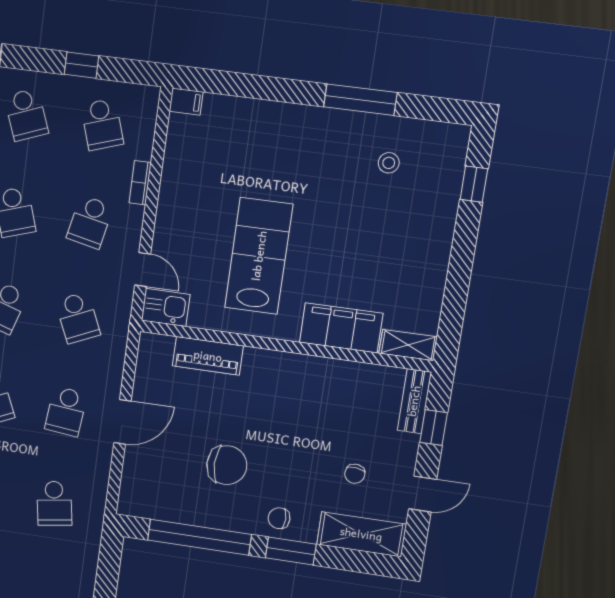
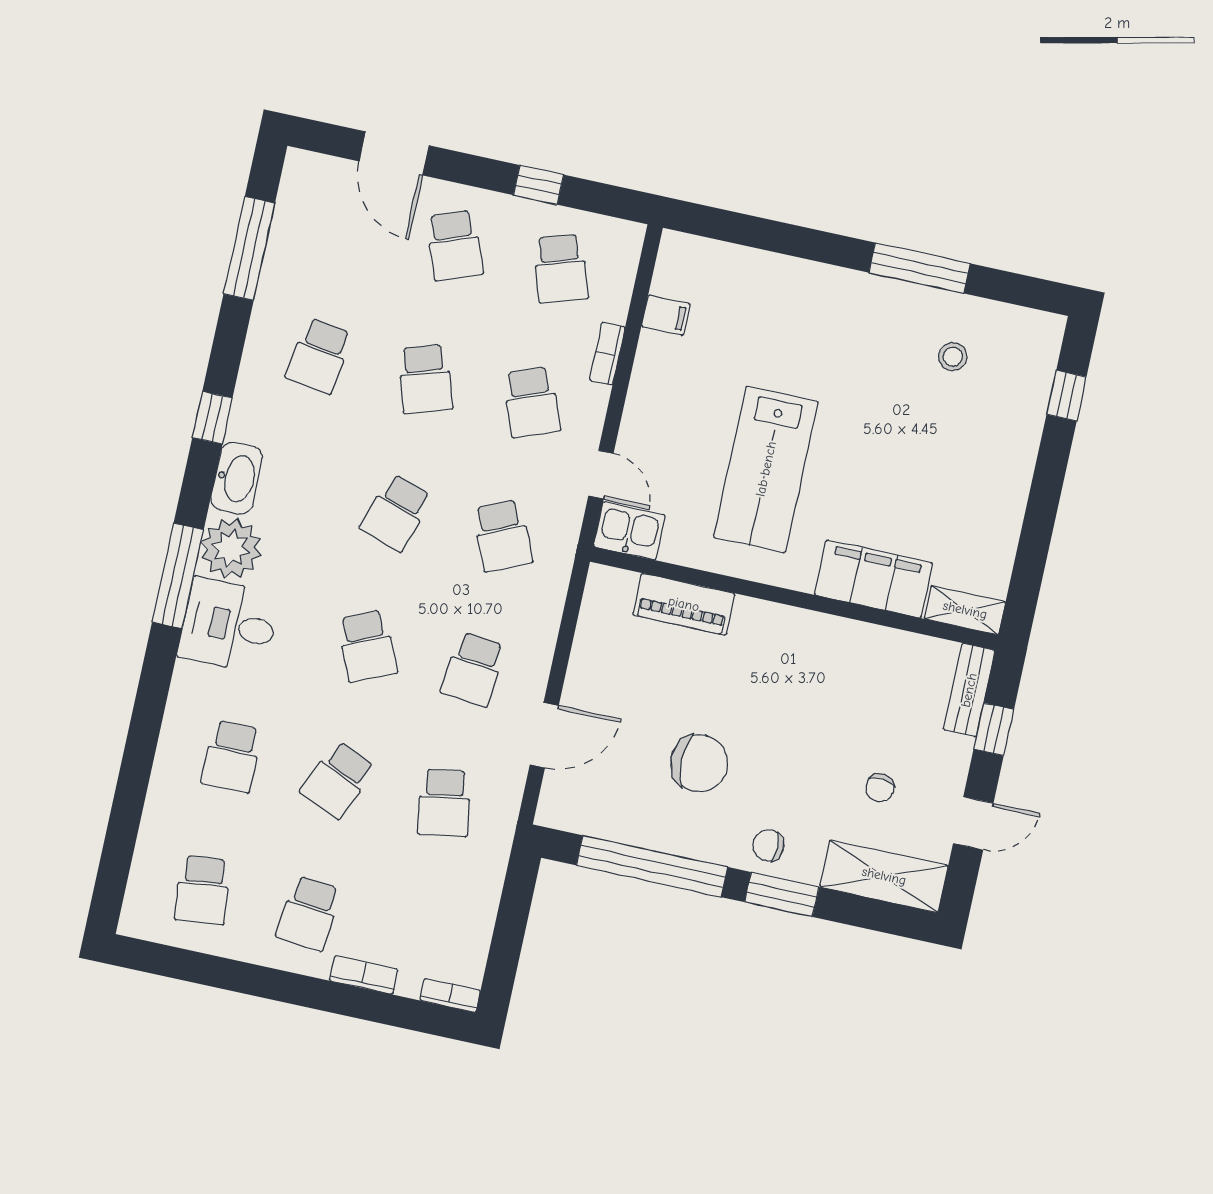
filing cabinet: (186, 102) -> (666, 315), moved
school desk: (90, 222) -> (532, 402), turned -33
lab bench: (259, 256) -> (766, 469), turned 180
door: (122, 422) -> (544, 735), moved

